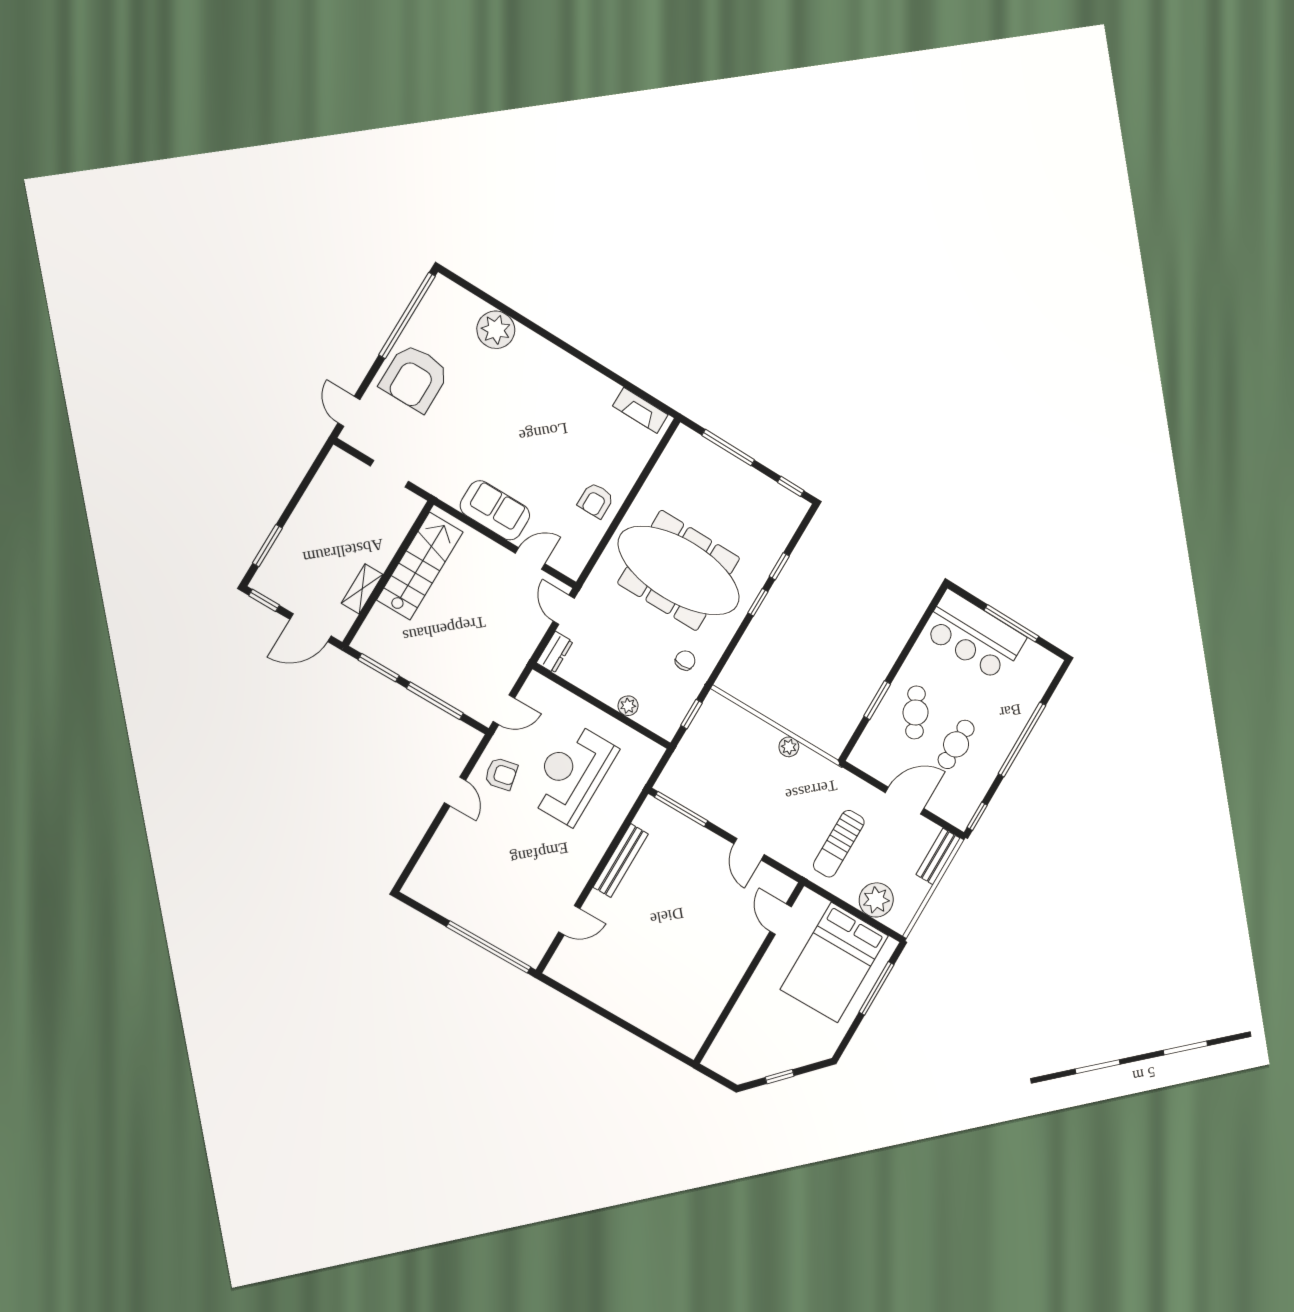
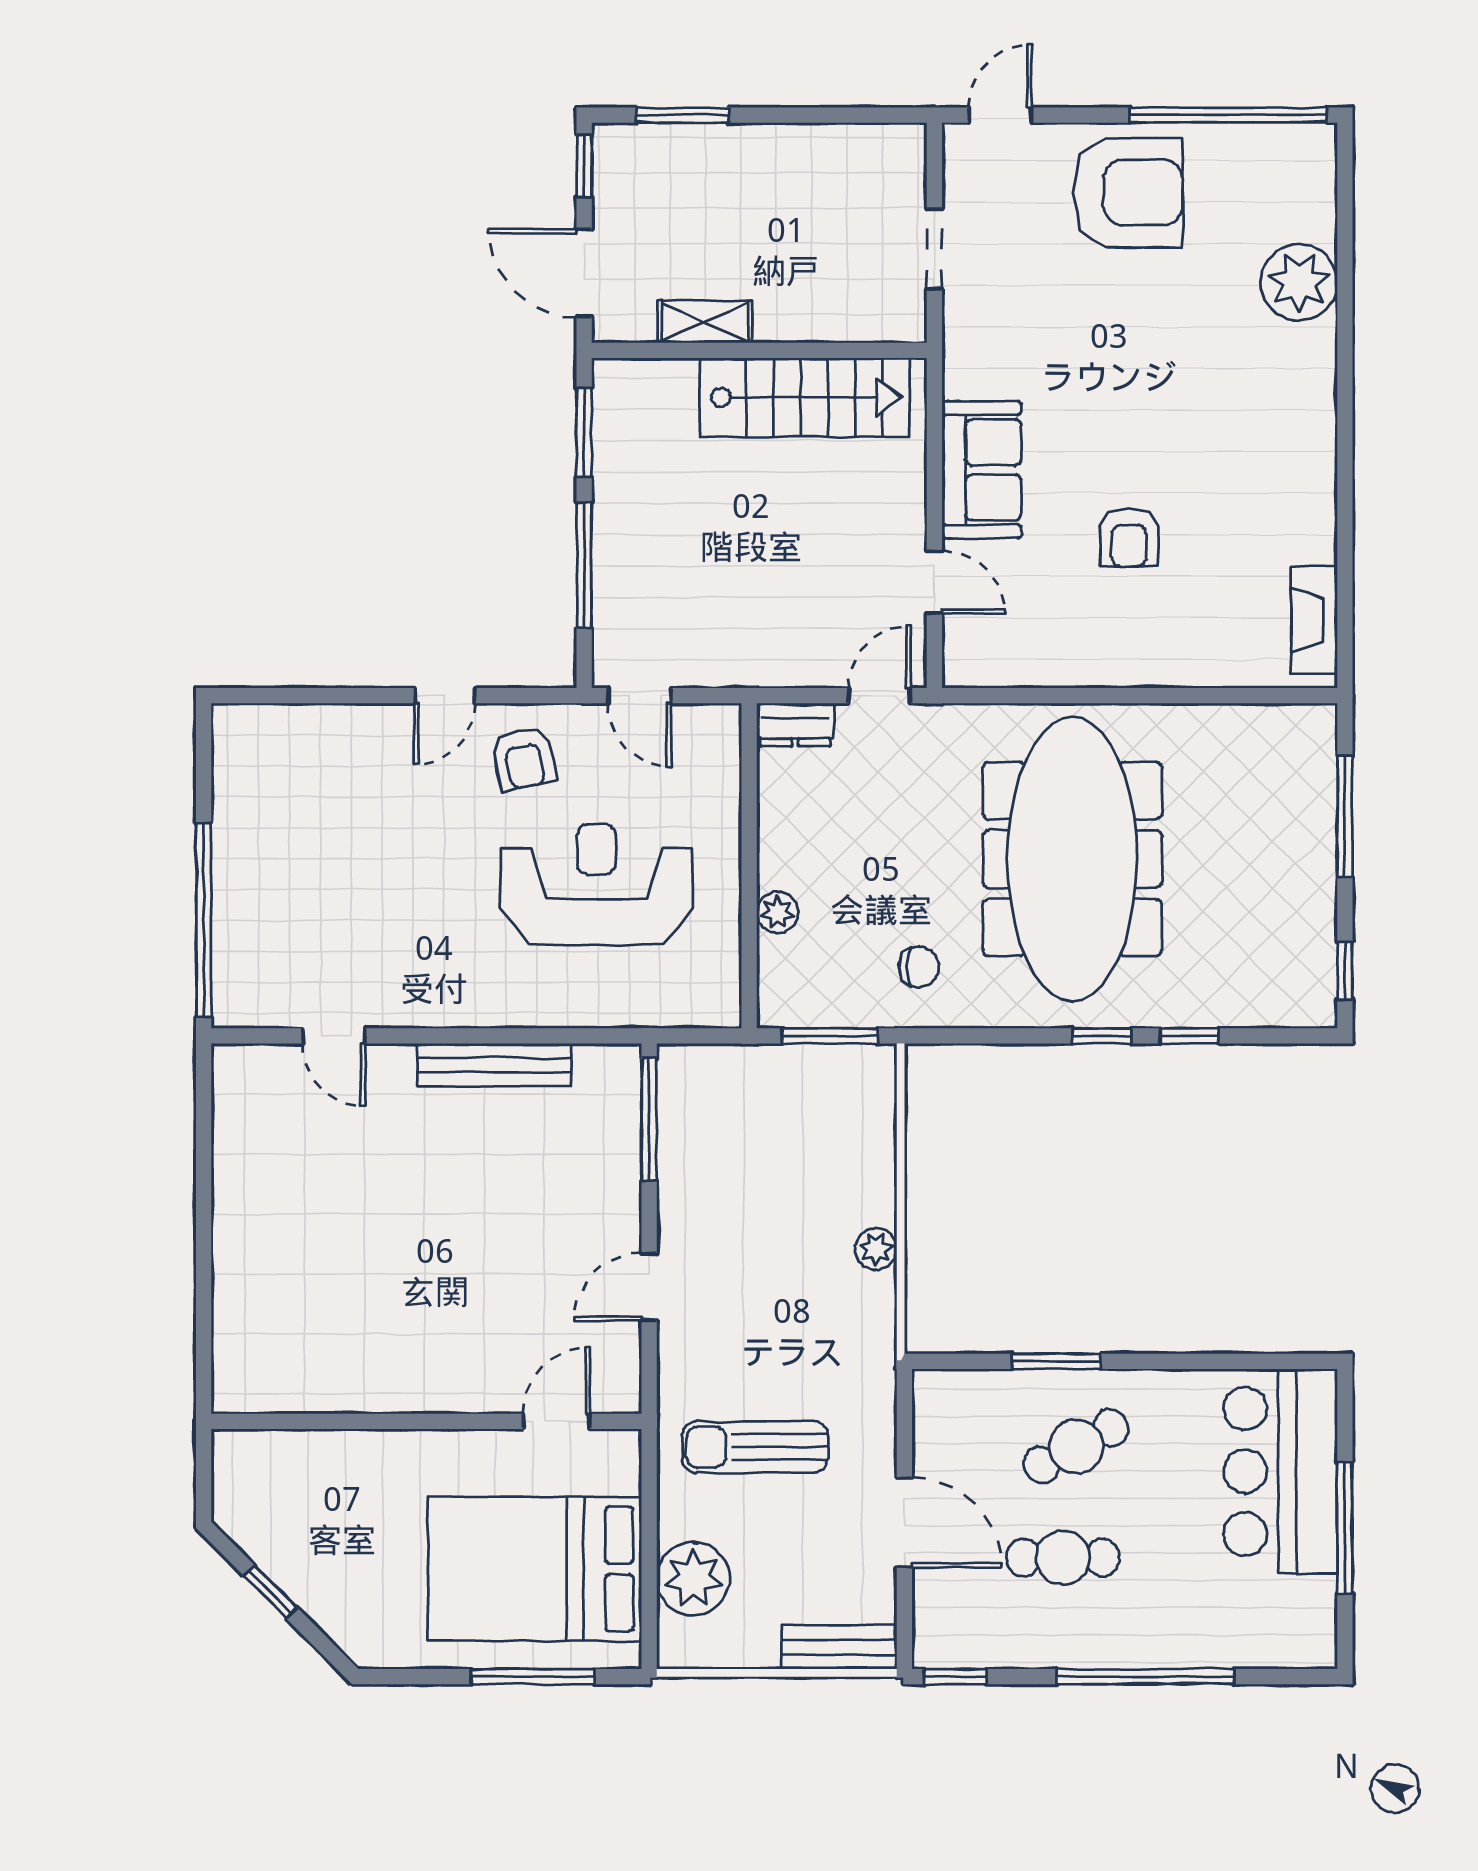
armchair: (415, 378) -> (1128, 193), turned 180
armchair: (596, 500) -> (1129, 537), moved, turned -90
window: (691, 714) -> (830, 1036), width x1.50

